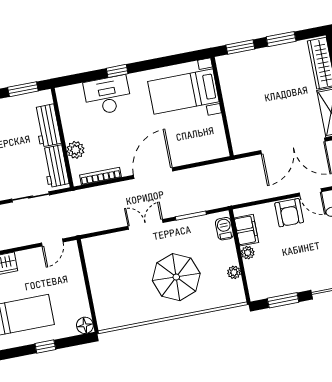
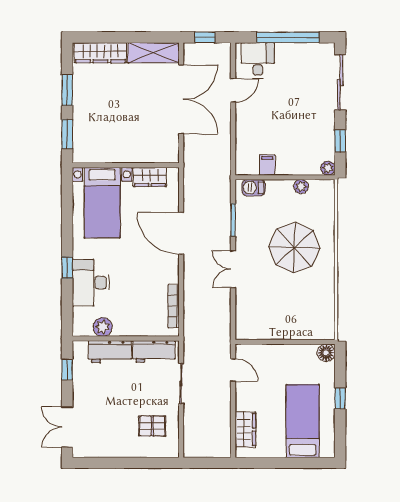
window: (23, 89) -> (67, 370), width x0.67
wardrobe: (216, 131) -> (150, 177), added
plant: (76, 150) -> (103, 327), moved
door: (153, 173) -> (181, 233), moved
armchair: (289, 213) -> (250, 117), removed
filing cabinet: (246, 230) -> (267, 165), width x0.50
plant: (248, 253) -> (328, 168), moved
window: (283, 300) -> (340, 141), width x0.67

